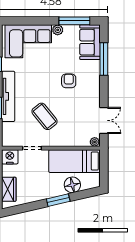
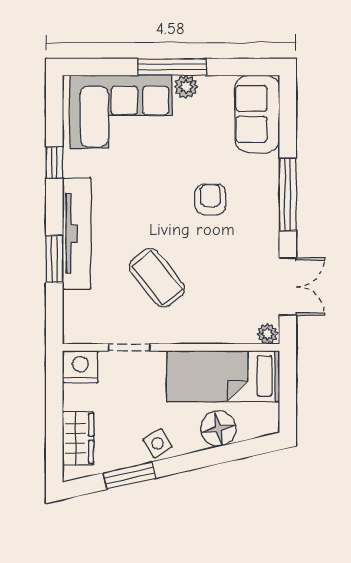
window: (74, 21) -> (172, 67), moved
window: (104, 59) -> (288, 195), moved
side table: (45, 191) -> (158, 443), added
window: (58, 200) -> (129, 476), moved

